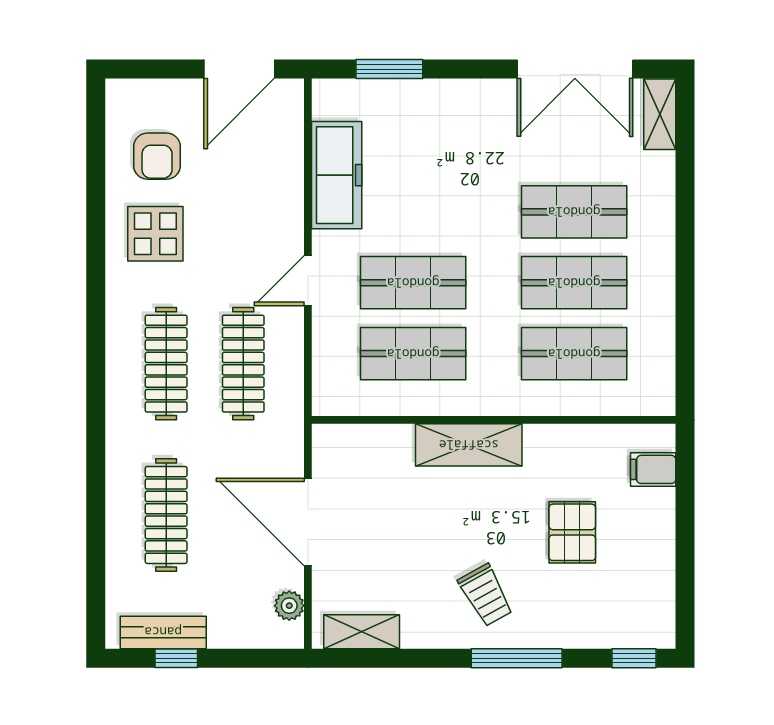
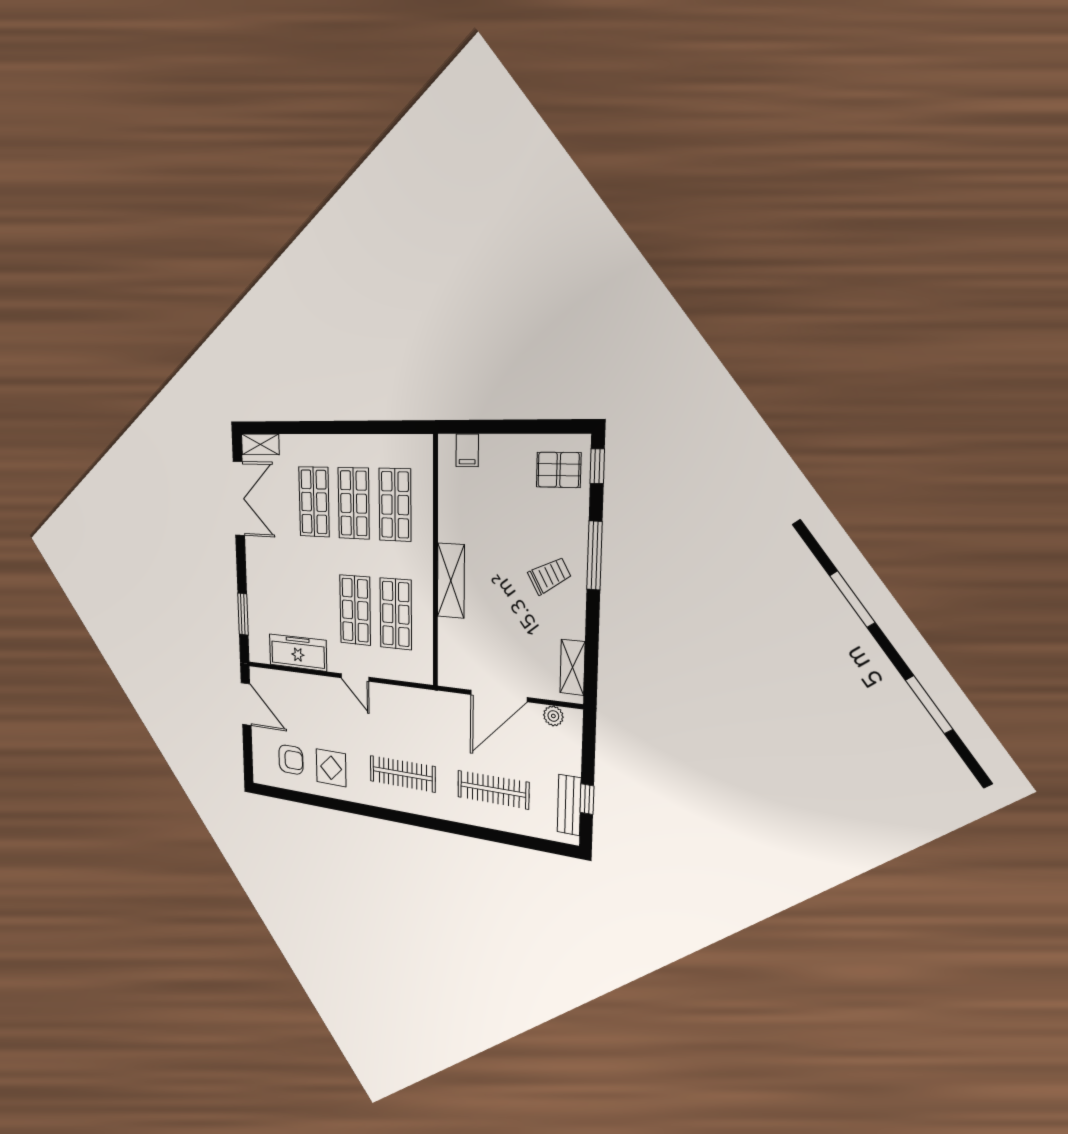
clothes rail: (243, 364) -> (402, 725), removed
pallet: (572, 532) -> (559, 470), moved

